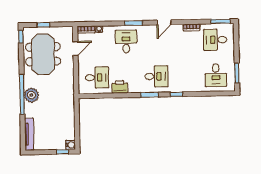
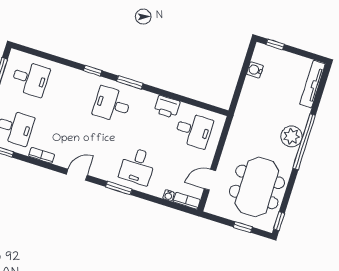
desk: (216, 75) -> (30, 79), turned 90
desk: (97, 78) -> (194, 130), turned 180
water cooler: (70, 145) -> (255, 70), moved

